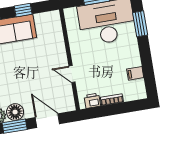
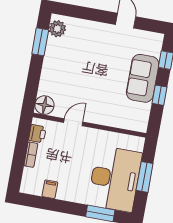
floor lamp: (15, 112) -> (44, 105), moved
door: (47, 121) -> (33, 79), removed

